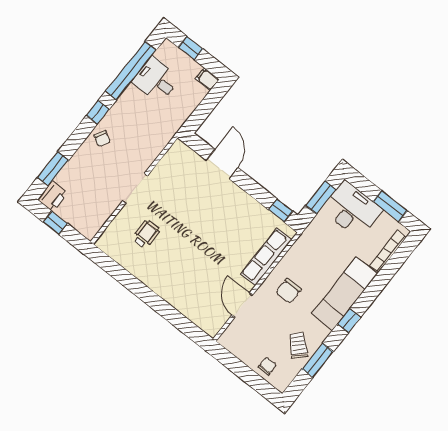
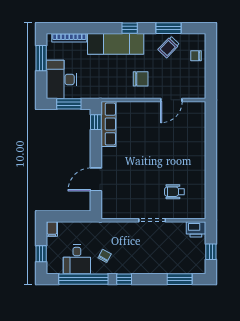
chair: (102, 139) -> (105, 256), moved
printer: (53, 196) -> (196, 229), moved, turned 180
row of seats: (266, 257) -> (109, 124), moved, turned -90

